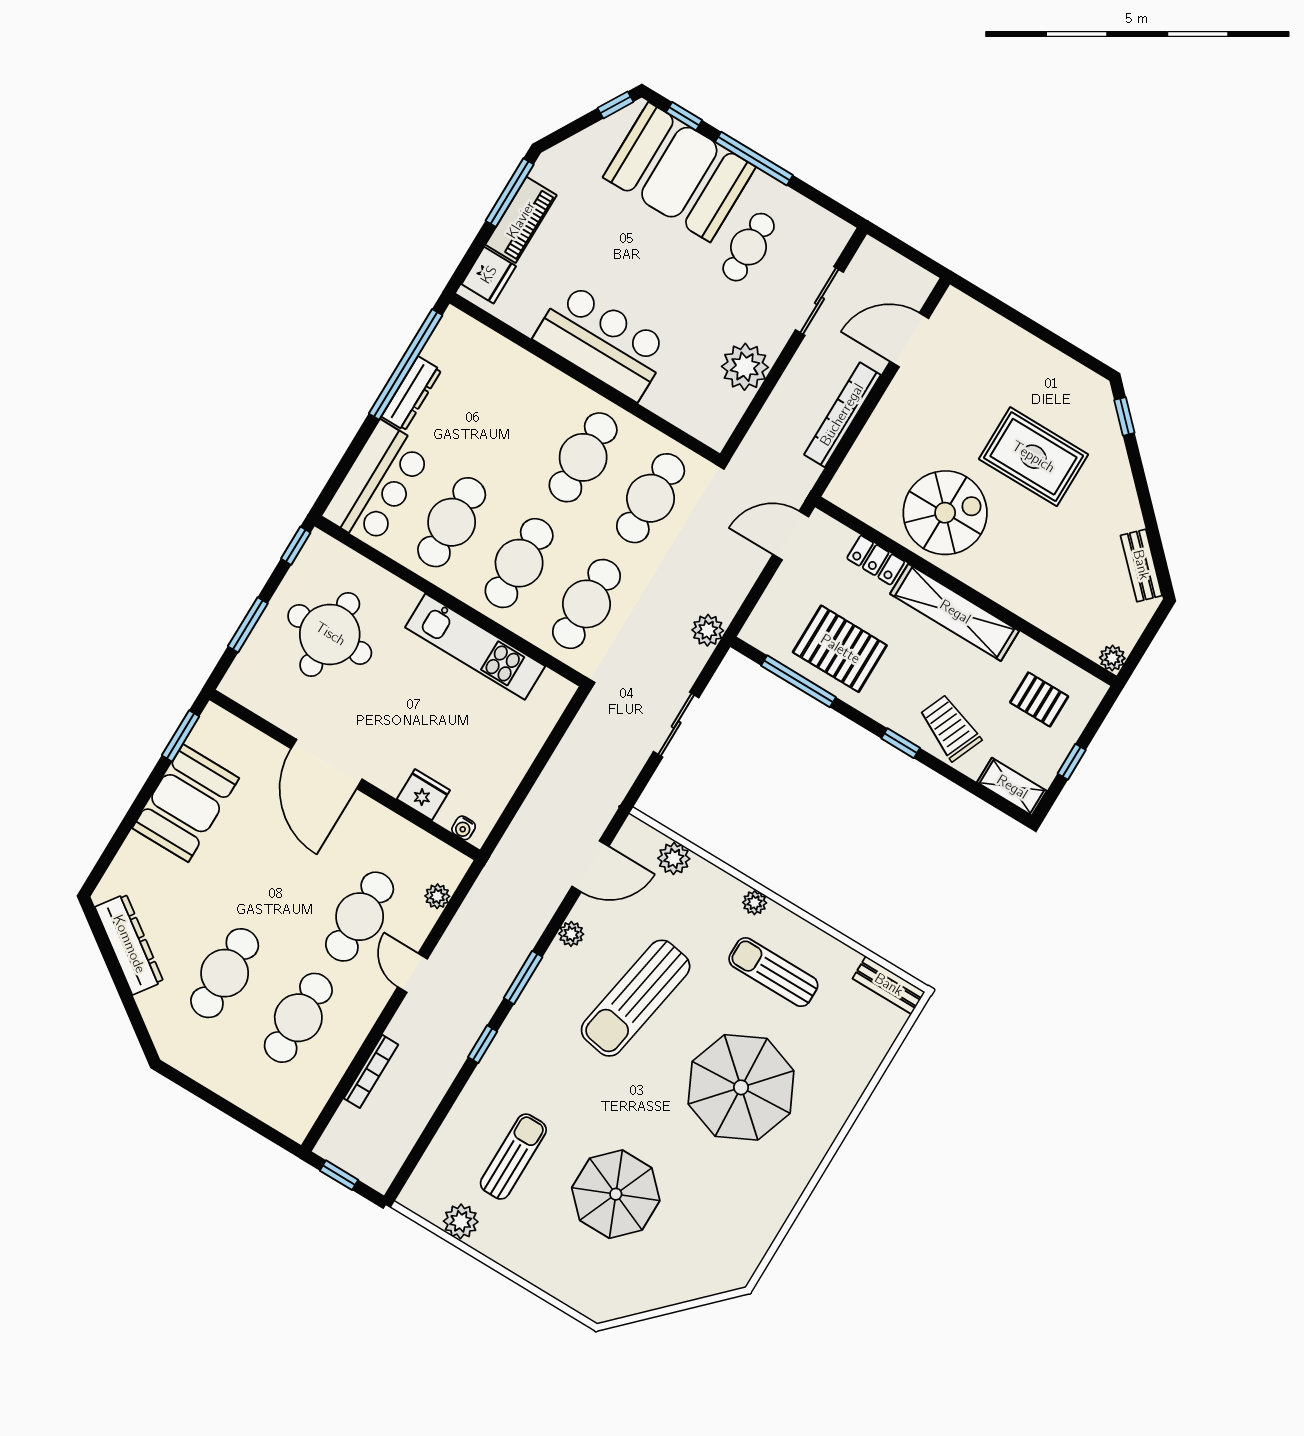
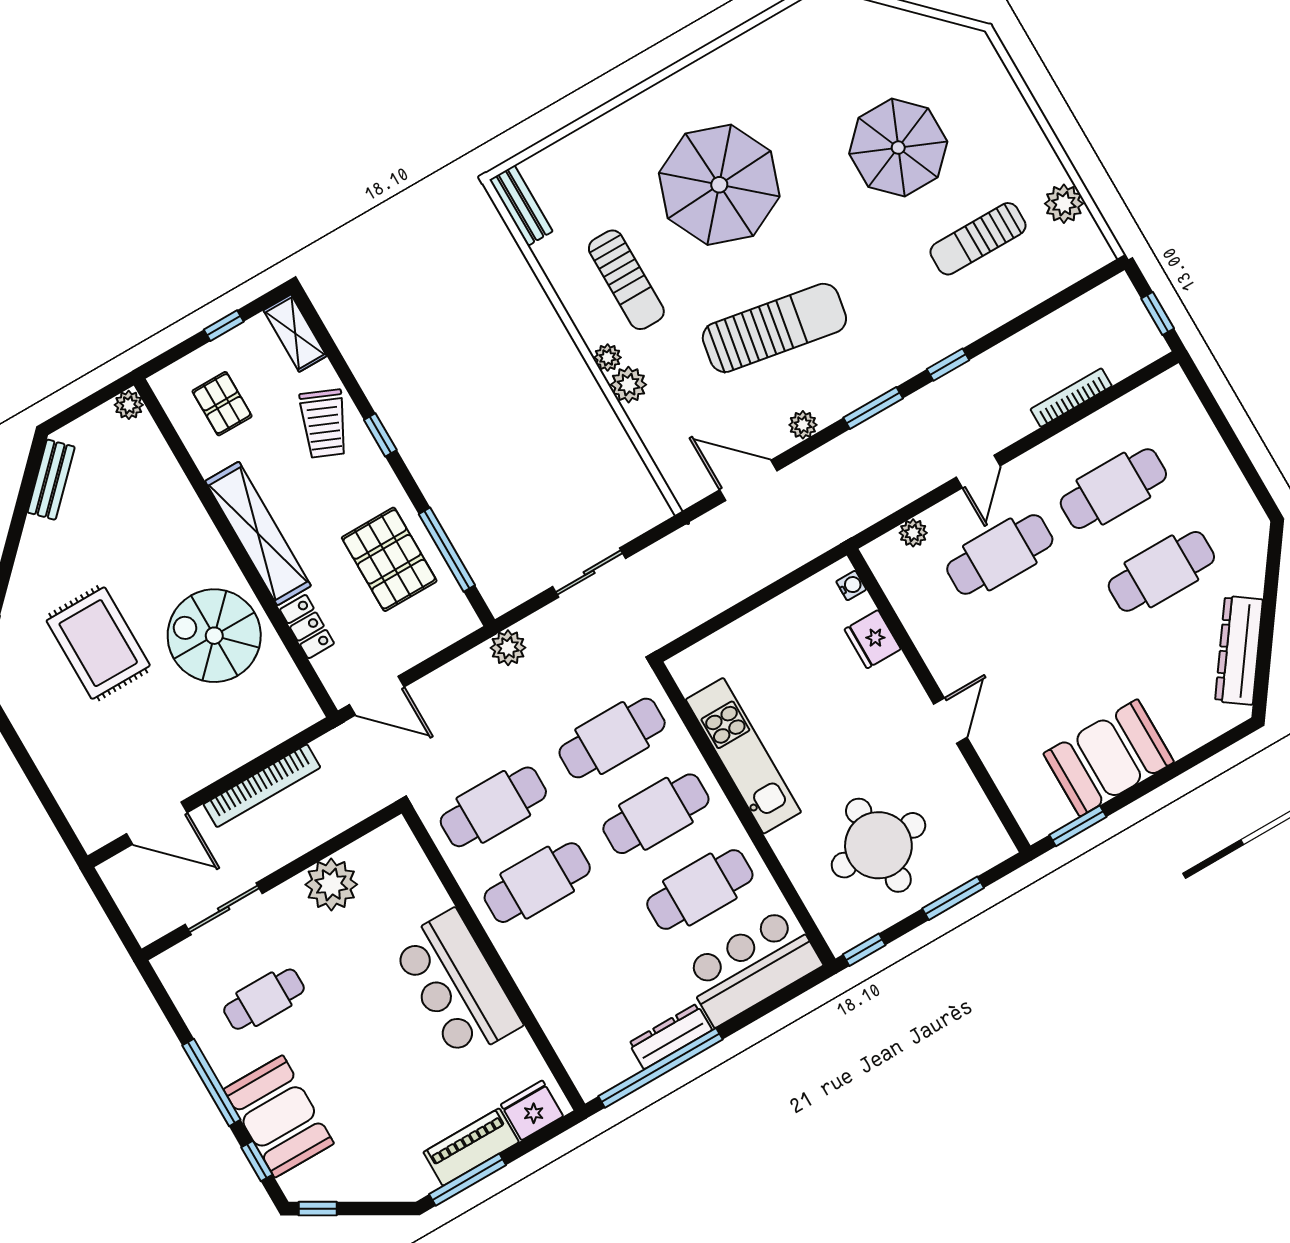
booth: (679, 172) -> (279, 1116), width x0.73, depth x0.70
door: (327, 764) -> (950, 721), width x0.53
plant: (674, 858) -> (629, 385), moved

